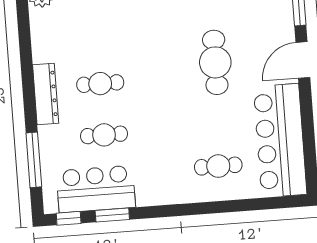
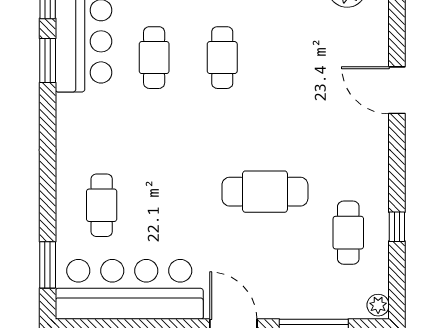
cafe table: (215, 62) -> (265, 192), moved
window: (266, 203) -> (48, 265), added

